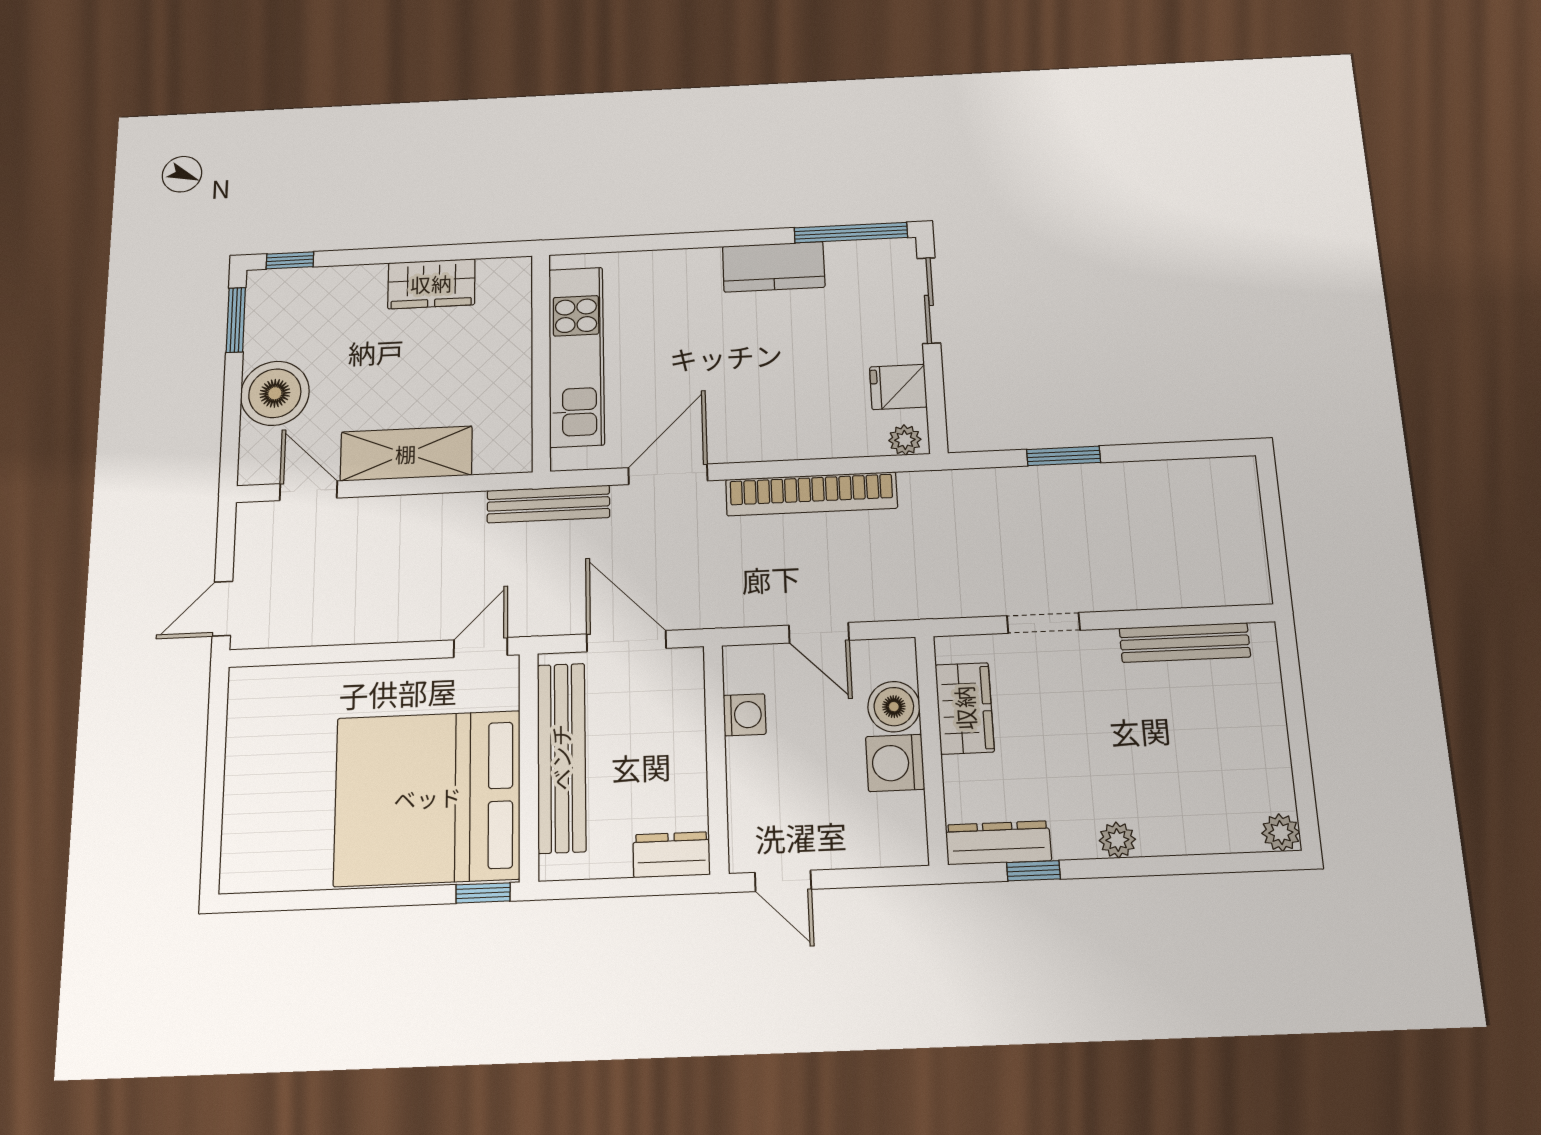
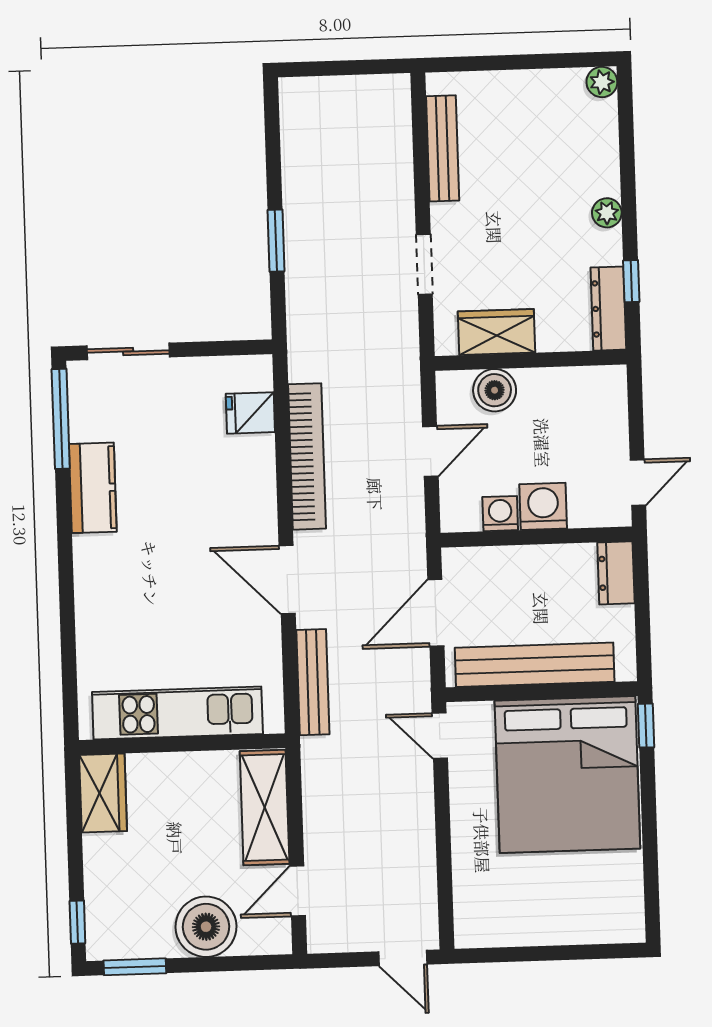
kitchen unit: (576, 356) -> (177, 713), moved
wall: (541, 362) -> (182, 744), moved
fridge: (898, 387) -> (250, 413), moved, turned 90
plant: (905, 440) -> (259, 376), removed
washing machine: (895, 763) -> (543, 506), moved, turned 180

